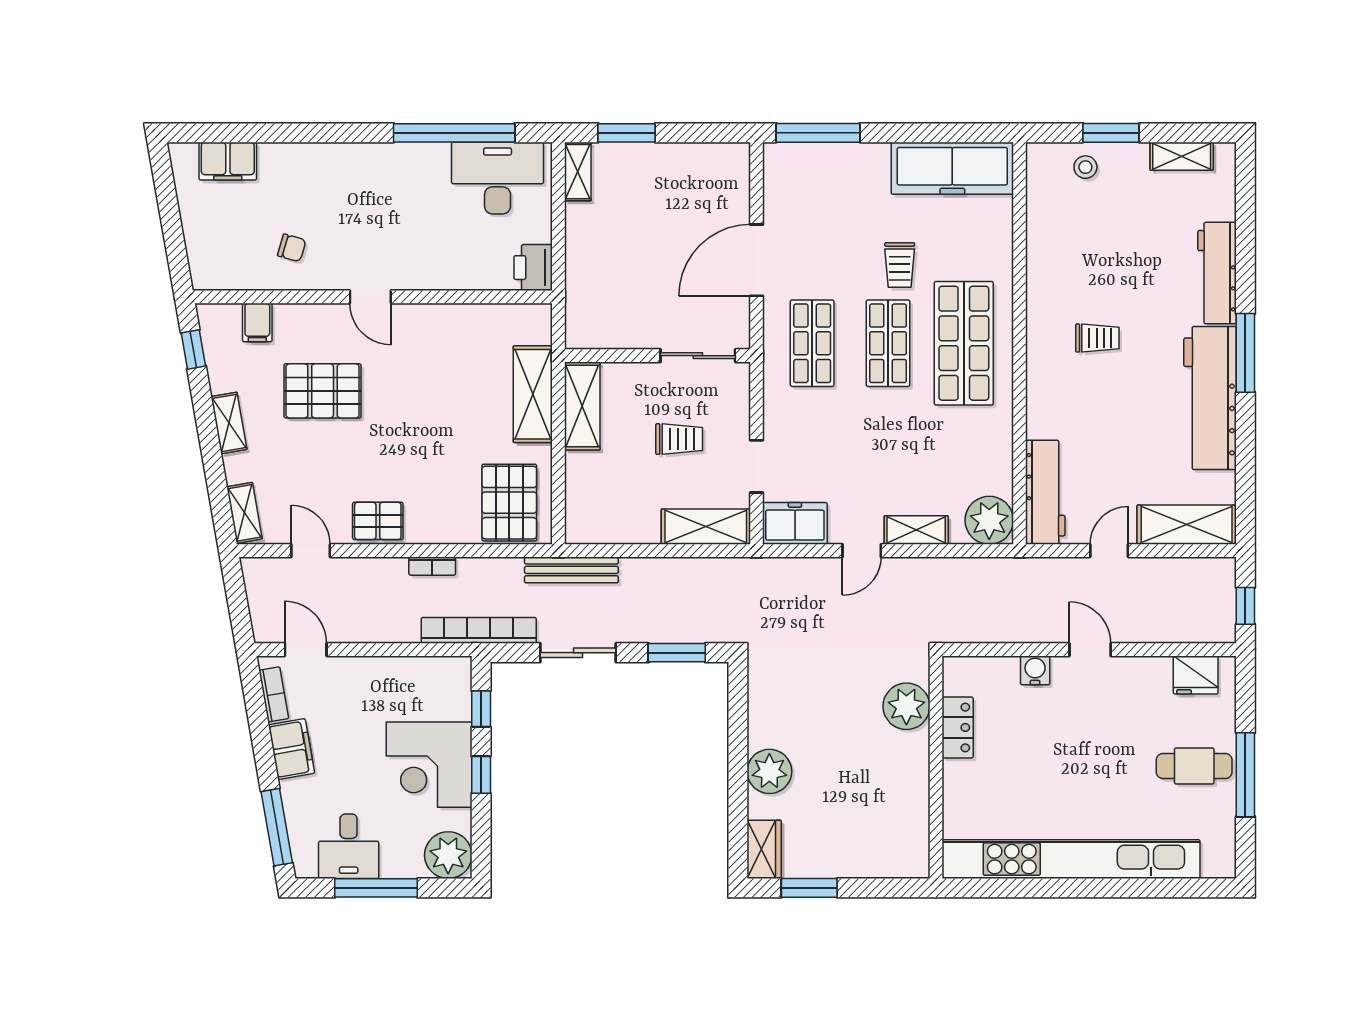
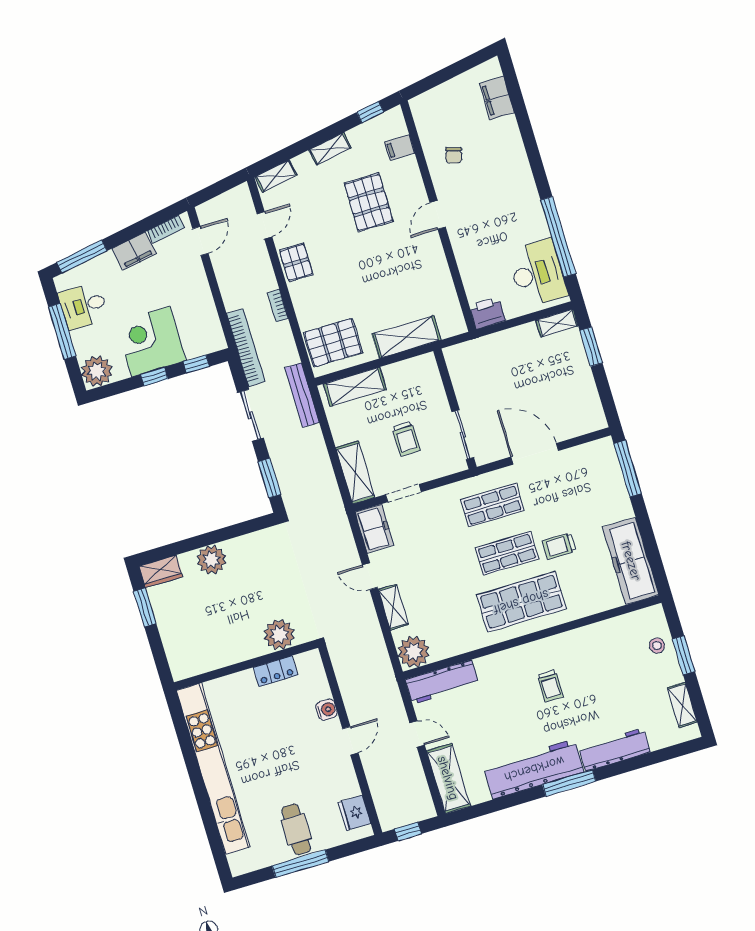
shelving: (582, 406) -> (355, 387), moved

